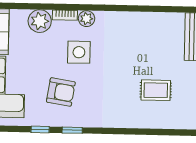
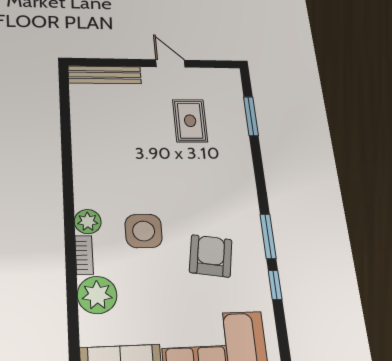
window: (72, 130) -> (268, 236), width x1.50
window: (159, 132) -> (251, 116), added

